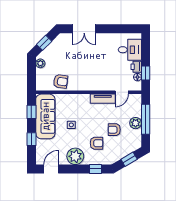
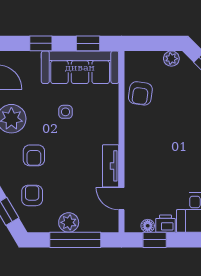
armchair: (114, 130) -> (32, 195), moved

